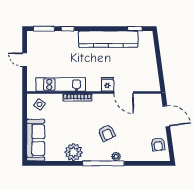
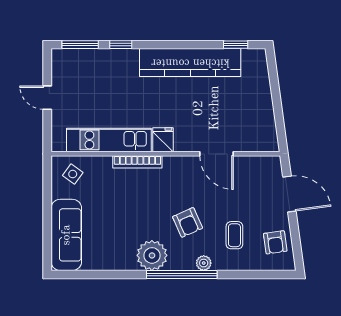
fridge: (107, 84) -> (163, 140), moved
coffee table: (134, 140) -> (234, 235), added
plant: (74, 152) -> (152, 255), moved

